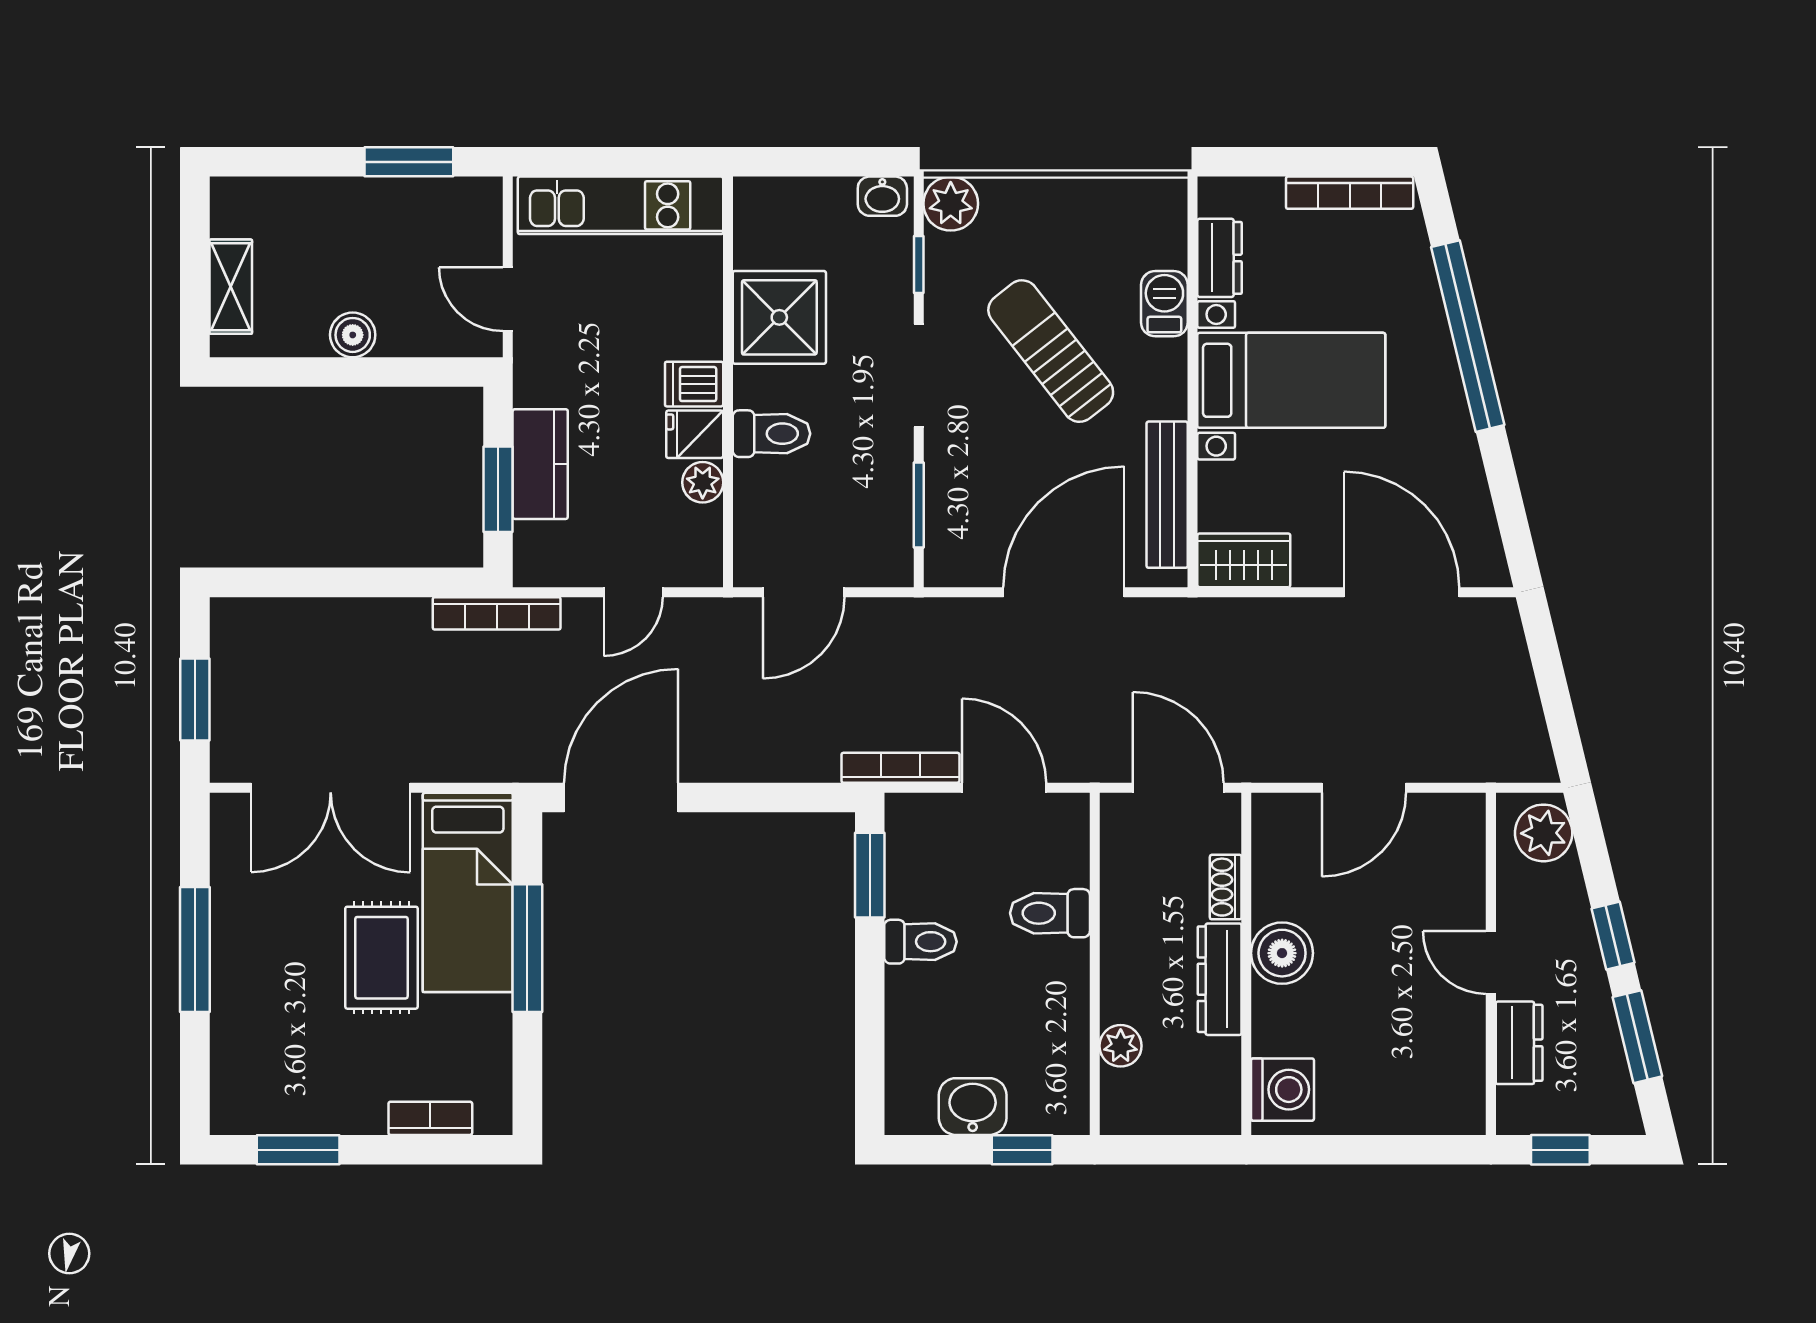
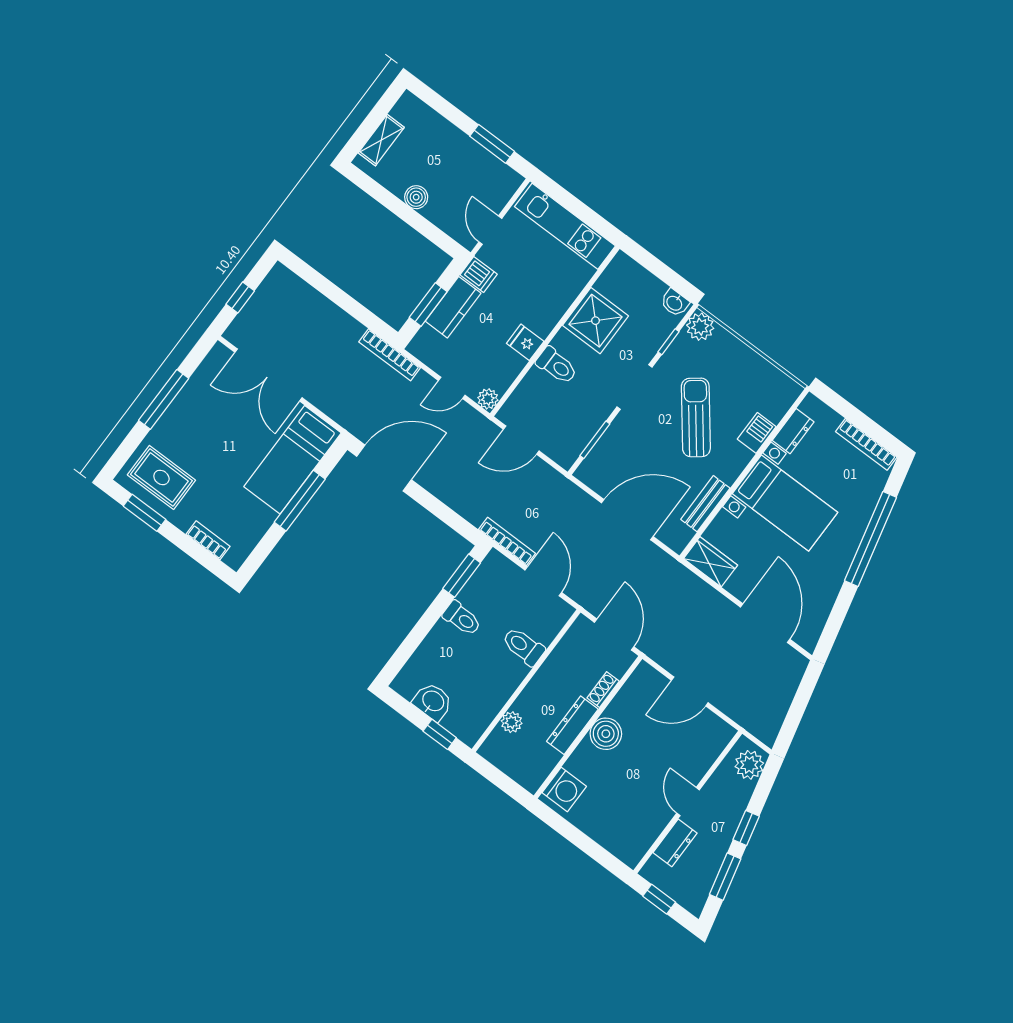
dishwasher: (694, 384) -> (479, 275), moved, turned 180
plant: (703, 482) -> (488, 399), moved
bench: (1167, 495) -> (705, 504), width x0.73
window: (195, 699) -> (240, 297), width x0.67
rug: (381, 958) -> (161, 477), moved, turned 90

